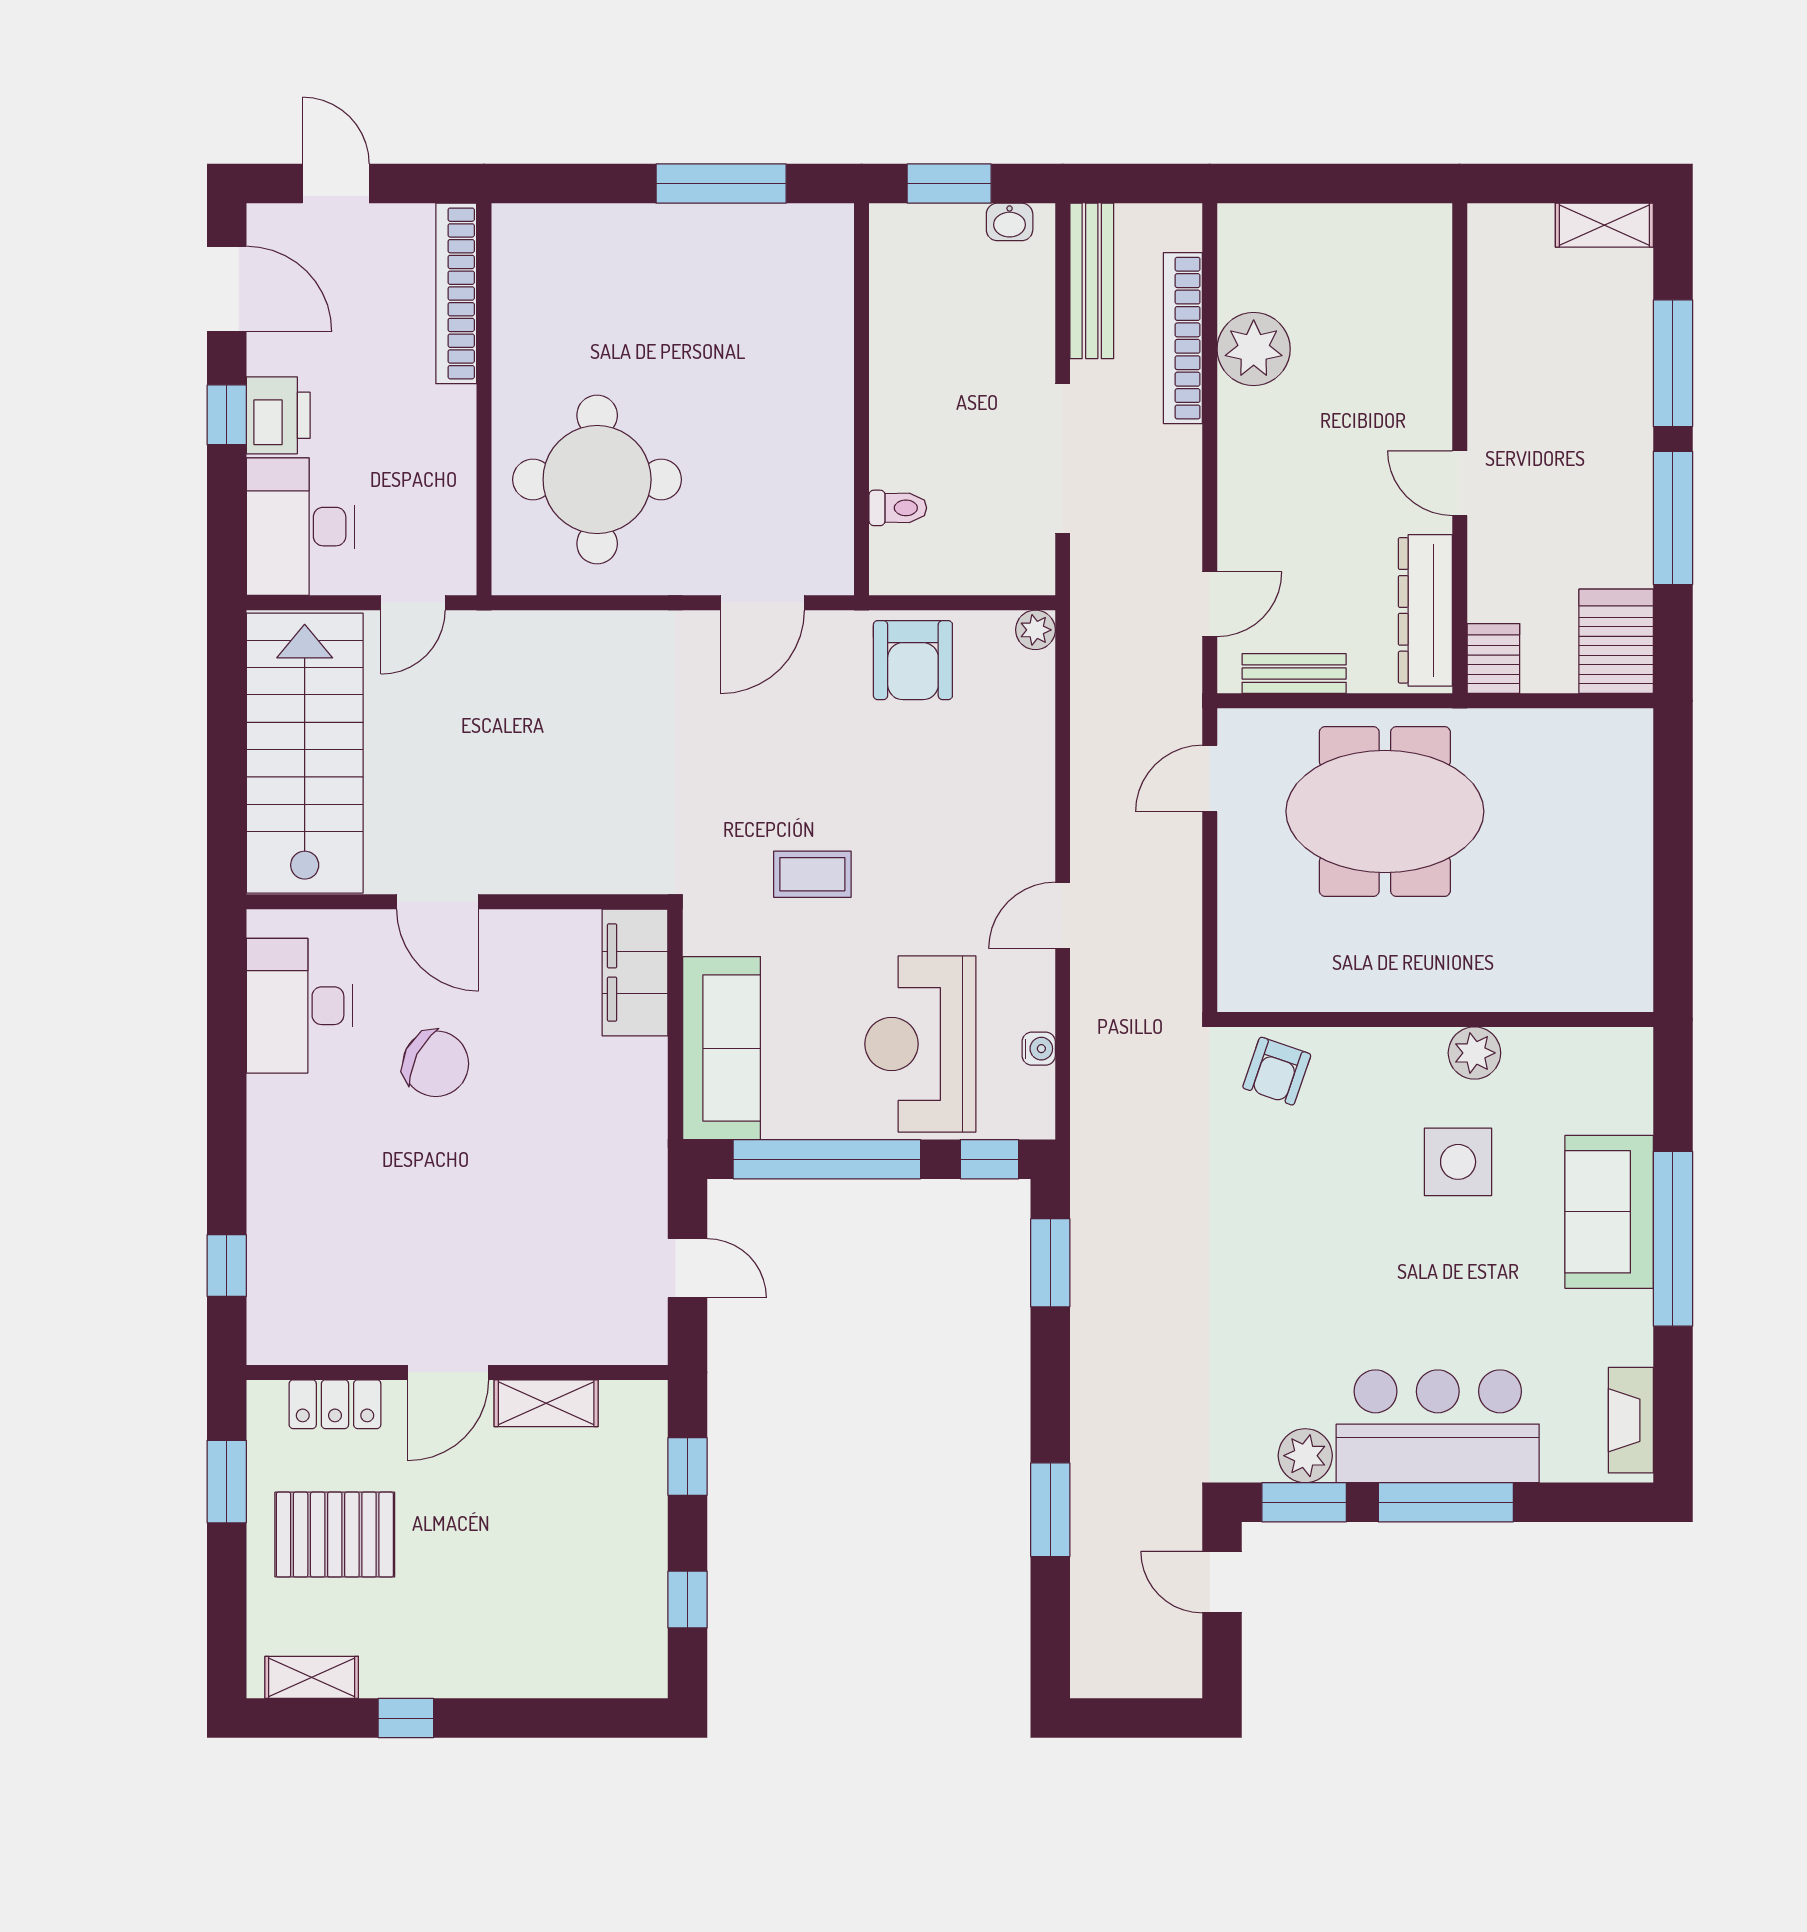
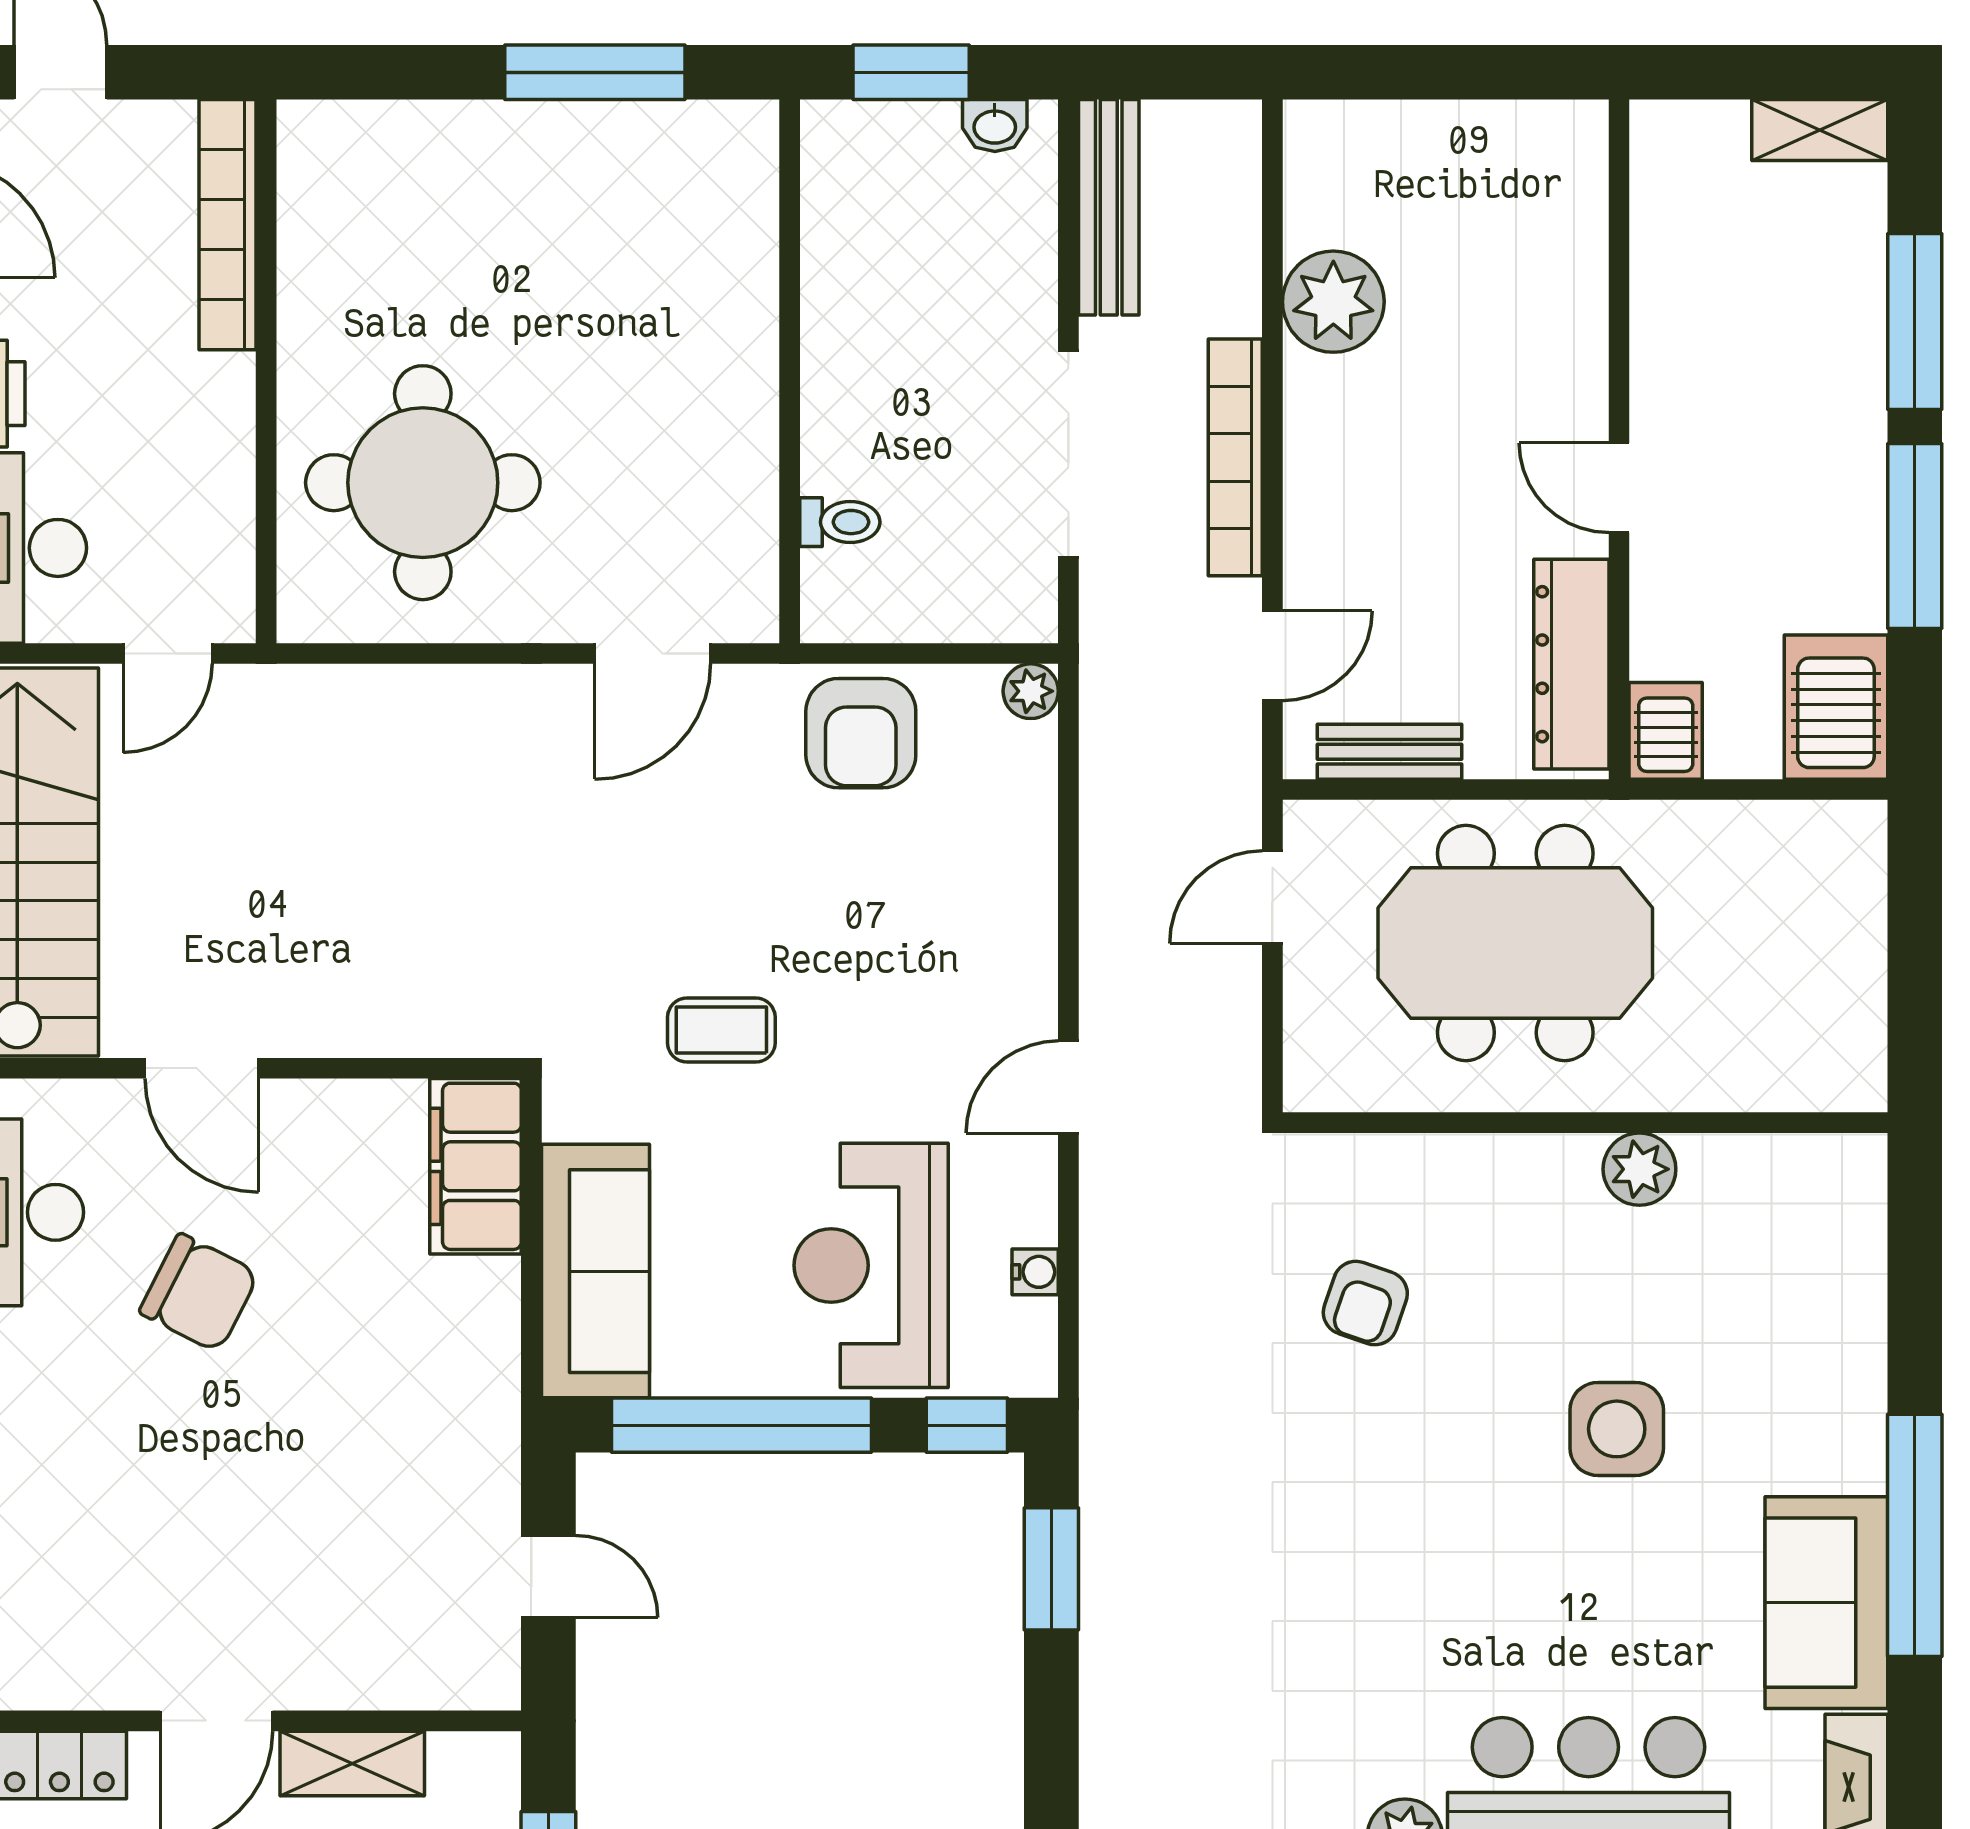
bookcase: (1183, 338) -> (1235, 457), moved
wall: (1435, 1019) -> (1585, 1123), moved
plant: (1474, 1053) -> (1639, 1169), moved
sofa: (1609, 1212) -> (1826, 1603), moved

